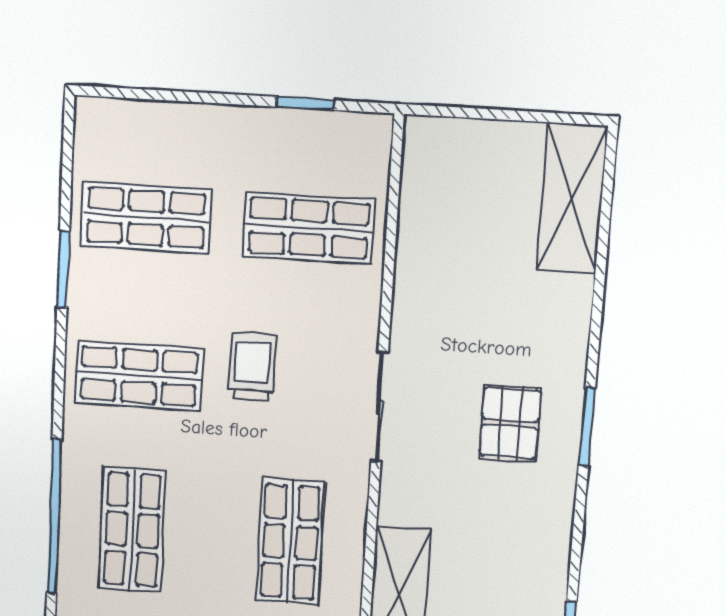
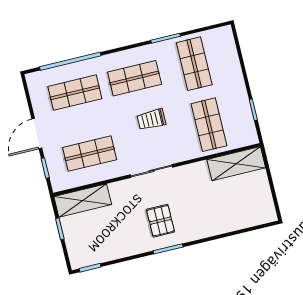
shelving: (572, 198) -> (236, 164), moved
trolley: (252, 367) -> (151, 119), turned 180
shop shelf: (139, 376) -> (135, 78), turned 90
pallet: (510, 423) -> (161, 221), turned 90

